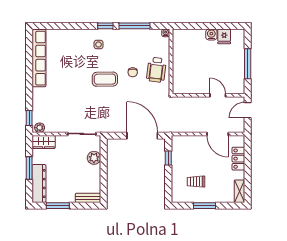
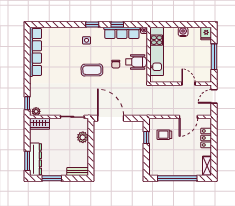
window: (134, 26) -> (117, 24), width x0.46
row of seats: (140, 36) -> (122, 33), added
fridge: (224, 36) -> (206, 33), moved
kitchen unit: (180, 57) -> (157, 51), added
wheelchair: (156, 70) -> (136, 62), turned -97
door: (218, 134) -> (188, 117), hinge flipped
door: (142, 136) -> (111, 118), moved
window: (29, 168) -> (27, 161), moved
trolley: (196, 182) -> (164, 135), moved
window: (205, 206) -> (177, 178), width x2.11

